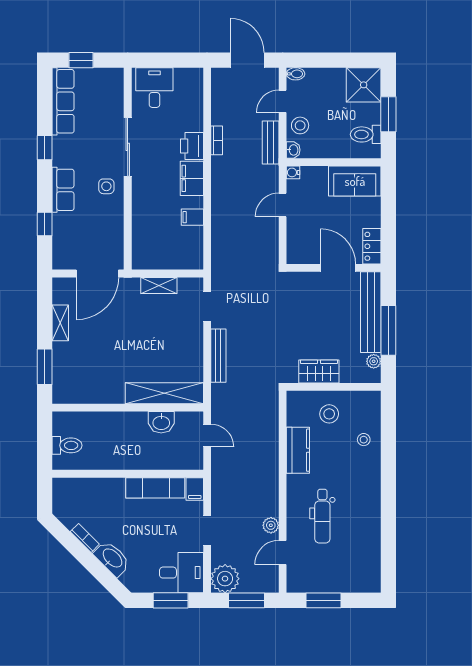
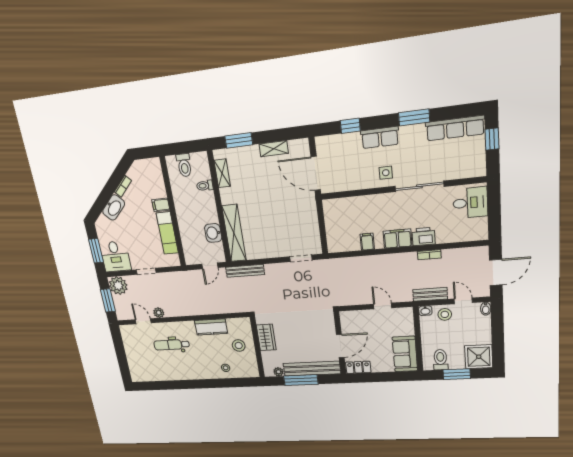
window: (45, 148) -> (414, 117), width x1.50
water cooler: (293, 172) -> (408, 312), removed
shelving: (159, 285) -> (222, 173), moved
bench: (218, 356) -> (245, 271), moved
toilet: (97, 422) -> (205, 186), added
filing cabinet: (195, 489) -> (161, 205), moved
window: (324, 600) -> (119, 348), removed

